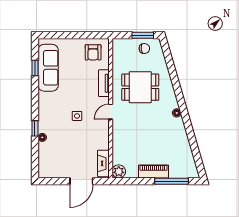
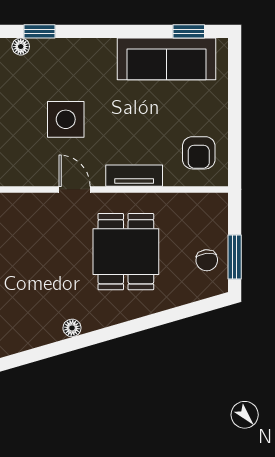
armchair: (93, 52) -> (199, 153), turned -90
window: (35, 68) -> (189, 31), moved
side table: (77, 116) -> (66, 119), width x1.87, depth x1.87

